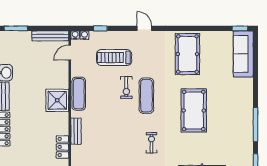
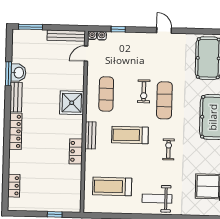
treadmill: (114, 58) -> (130, 135), moved
exercise mat: (79, 94) -> (106, 94), moved

